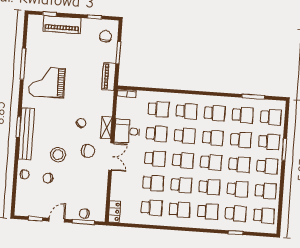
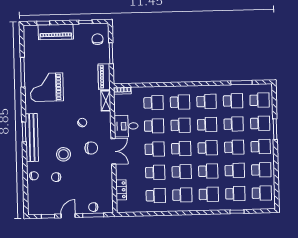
shelving: (106, 128) -> (106, 101), moved
locker: (114, 212) -> (121, 190), moved

